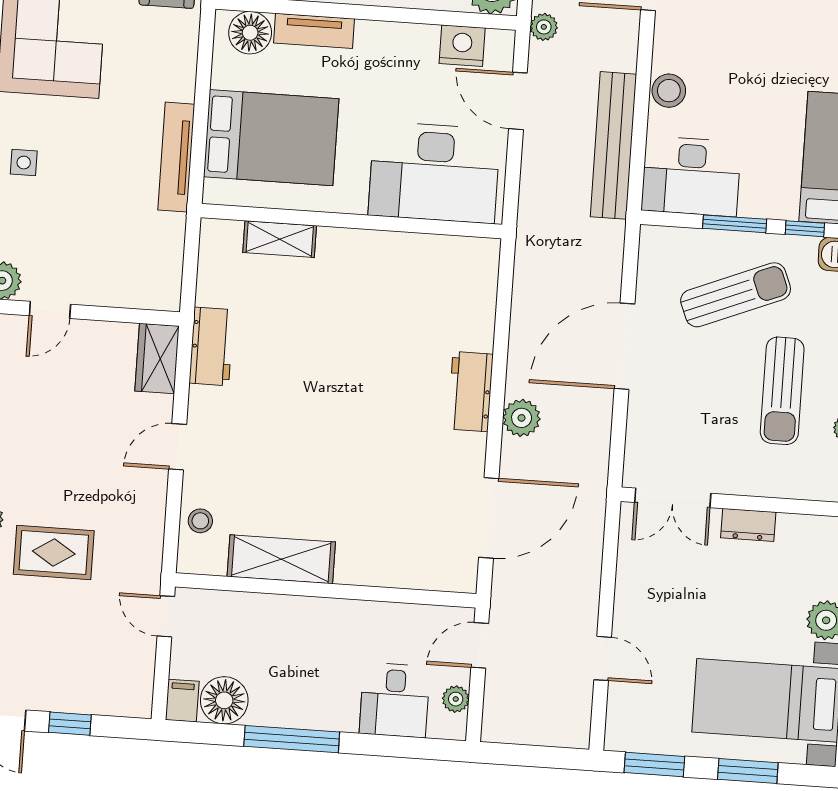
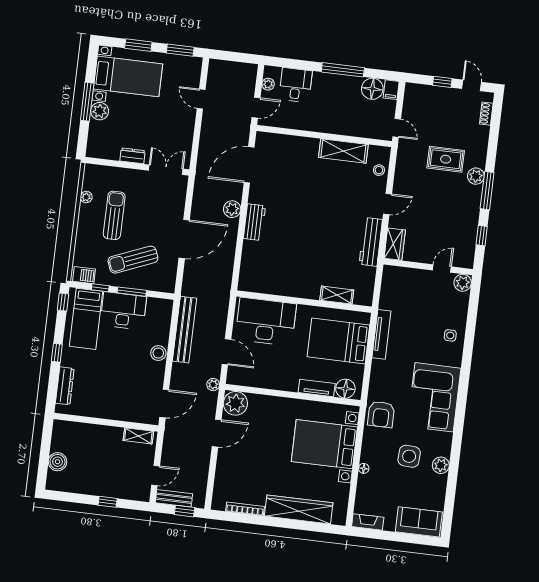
nightstand: (462, 46) -> (250, 378), removed
desk: (691, 176) -> (123, 311), moved
workbench: (211, 346) -> (371, 242), width x1.38

